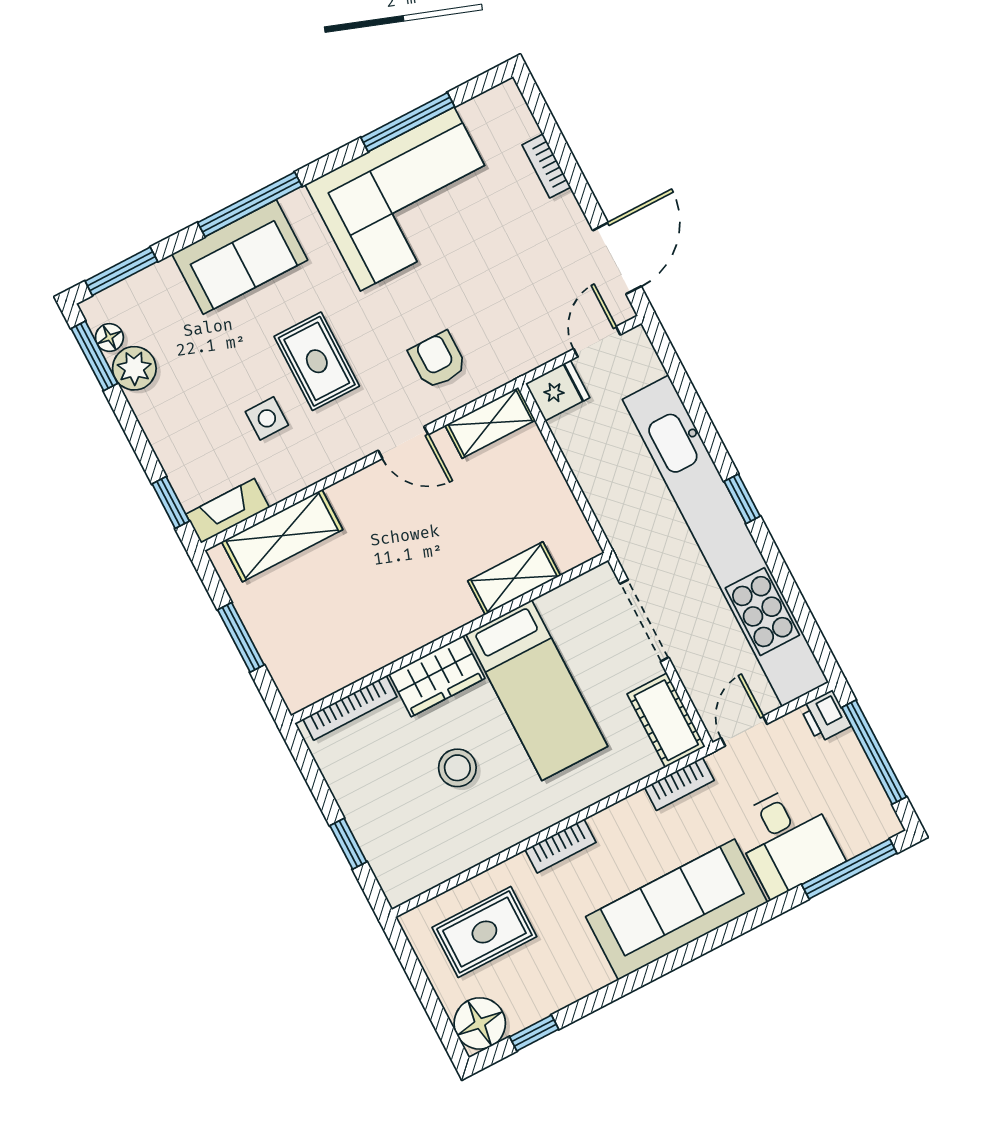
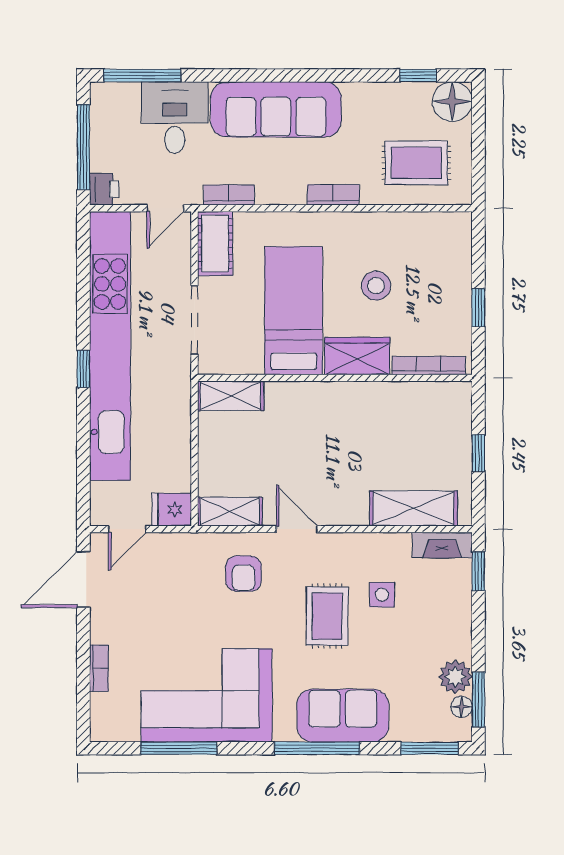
shelving: (514, 578) -> (231, 396), moved
window: (241, 637) -> (478, 453), width x0.67
window: (348, 844) -> (478, 308), moved

